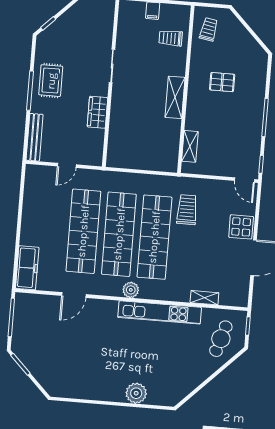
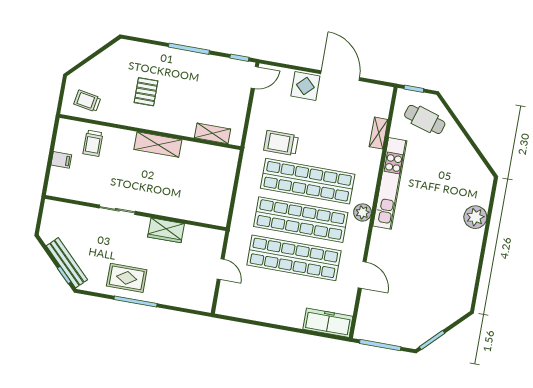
bench: (35, 137) -> (67, 263), moved, turned 45

